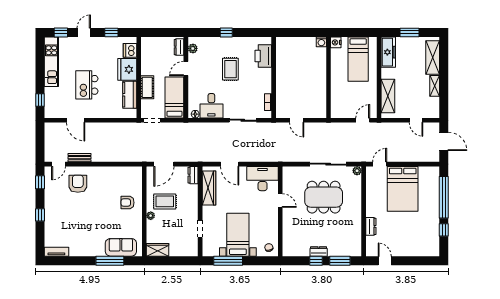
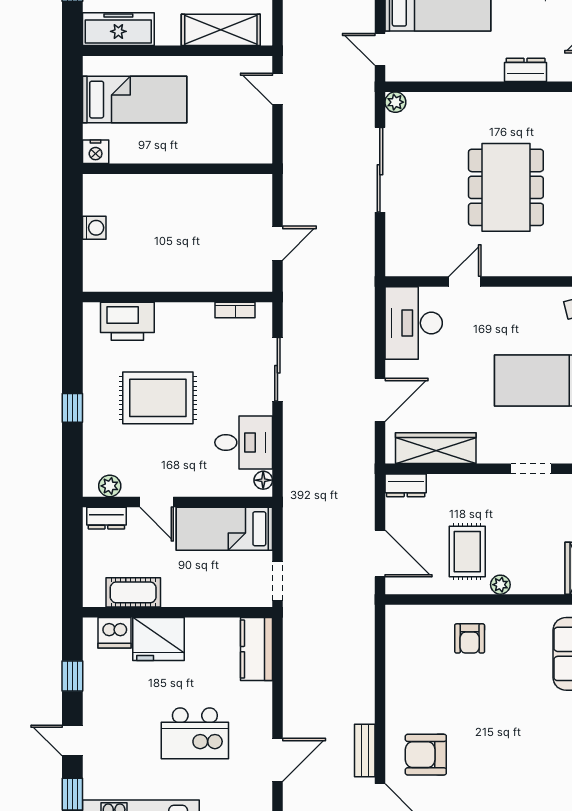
washing machine: (321, 42) -> (94, 228), moved
rug: (230, 69) -> (158, 398), width x1.36, depth x1.43
cot: (147, 87) -> (133, 592), moved
kitchen counter: (130, 95) -> (256, 649), moved, turned 90
dining table: (324, 197) -> (506, 187), moved

